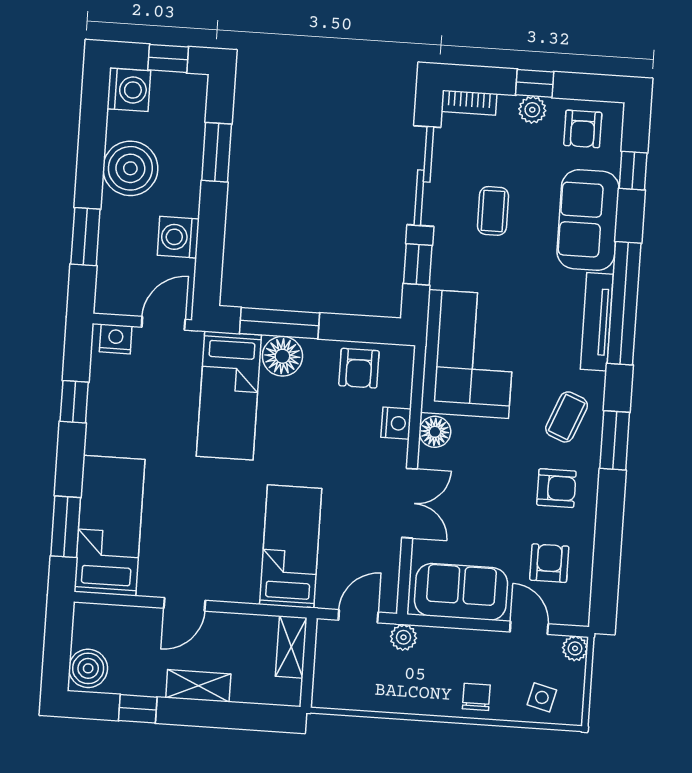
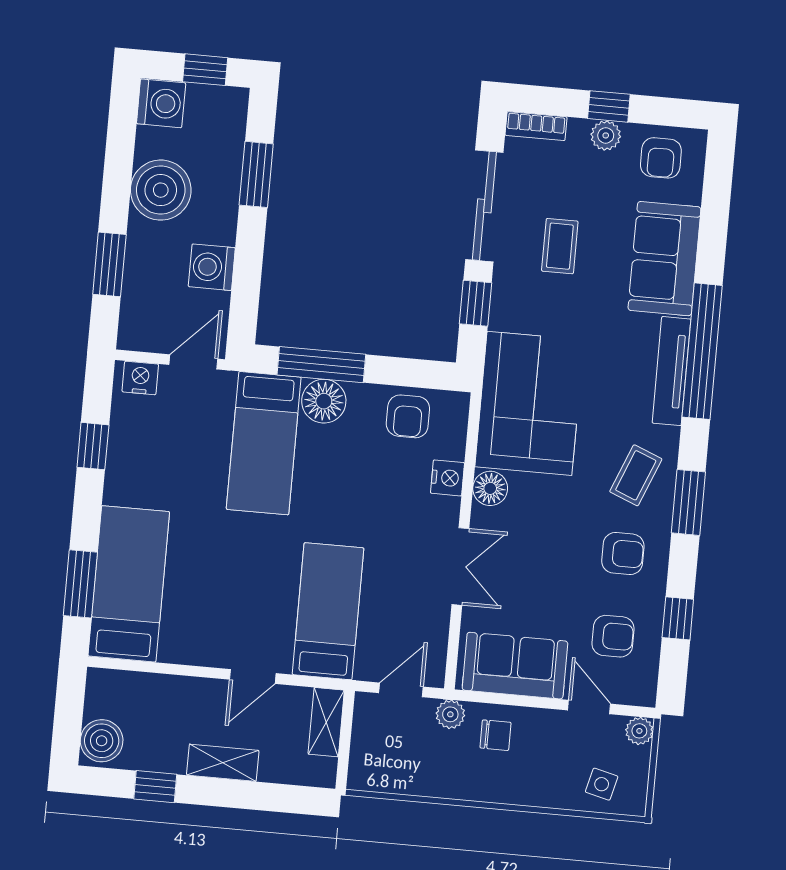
window: (633, 171) -> (678, 618), moved
armchair: (549, 563) -> (613, 636), turned 90
door: (185, 604) -> (253, 676), moved
chair: (476, 697) -> (496, 735), moved, turned 90

